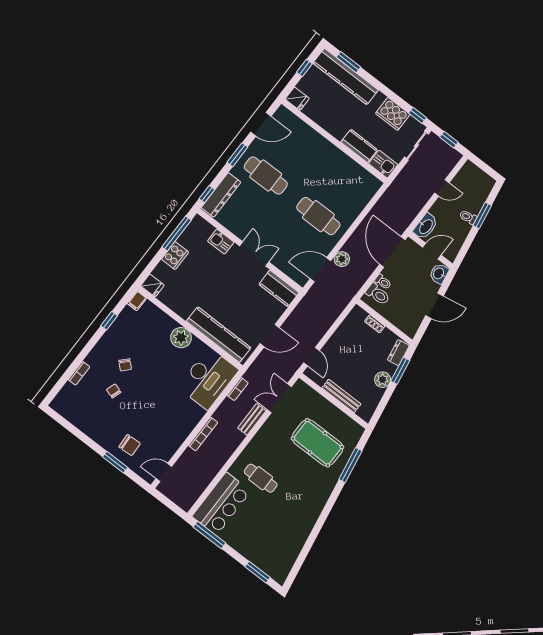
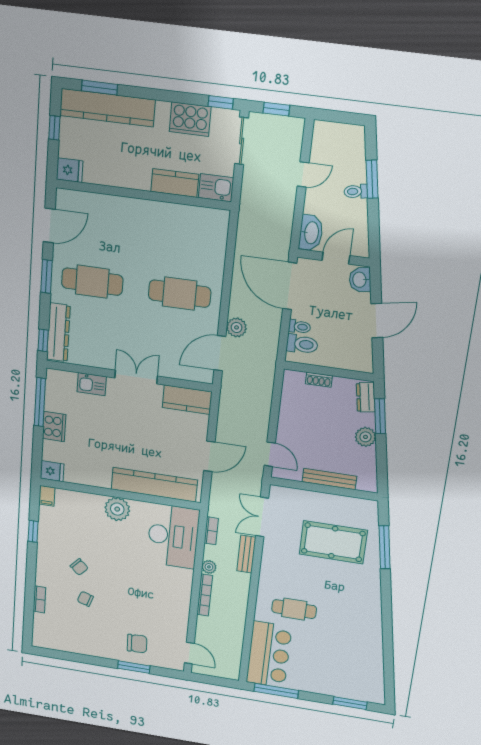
plant: (219, 415) -> (209, 567), added
door: (164, 472) -> (189, 653), swing flipped

